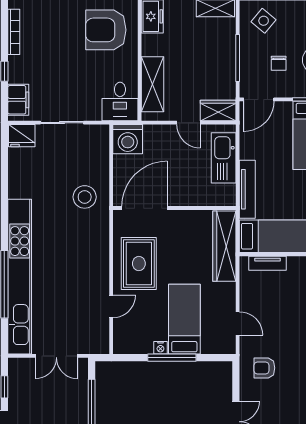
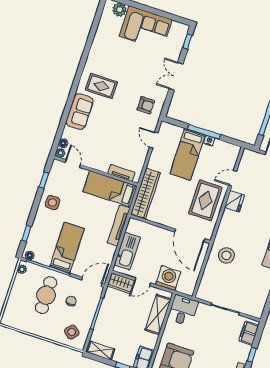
door: (188, 123) -> (143, 282), swing flipped
fridge: (22, 136) -> (234, 201), moved, turned 90
washing machine: (128, 139) -> (168, 278), moved
door: (144, 208) -> (190, 235), hinge flipped

